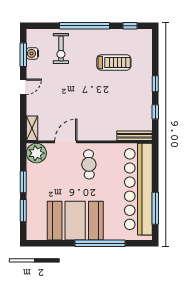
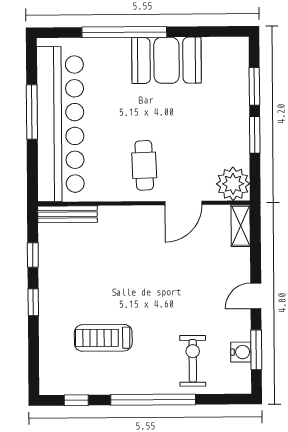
window: (155, 208) -> (32, 112), moved
booth: (75, 221) -> (167, 60), width x0.73, depth x0.70

